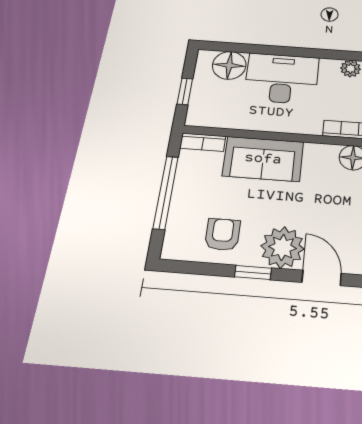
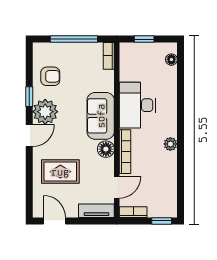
floor lamp: (229, 65) -> (171, 60), width x0.53, depth x0.53
desk: (282, 79) -> (137, 105), moved, turned 180
sofa: (263, 159) -> (101, 116), moved

